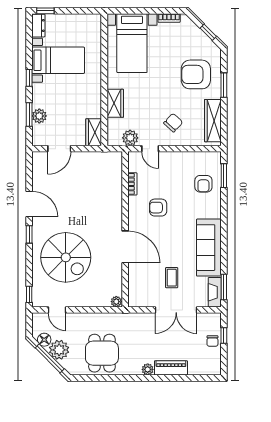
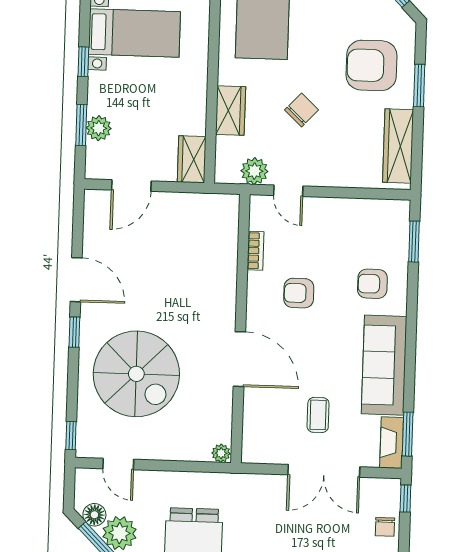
chair: (173, 123) -> (302, 110), moved
armchair: (203, 184) -> (372, 284), moved, turned 90
window: (224, 336) -> (405, 498), moved

